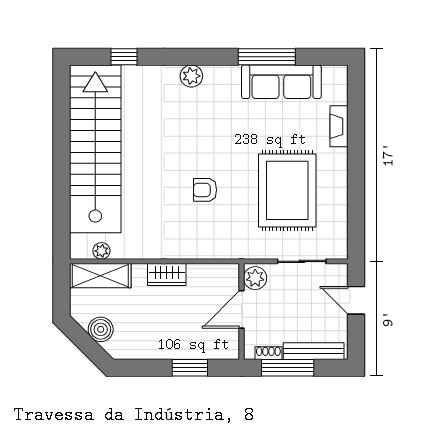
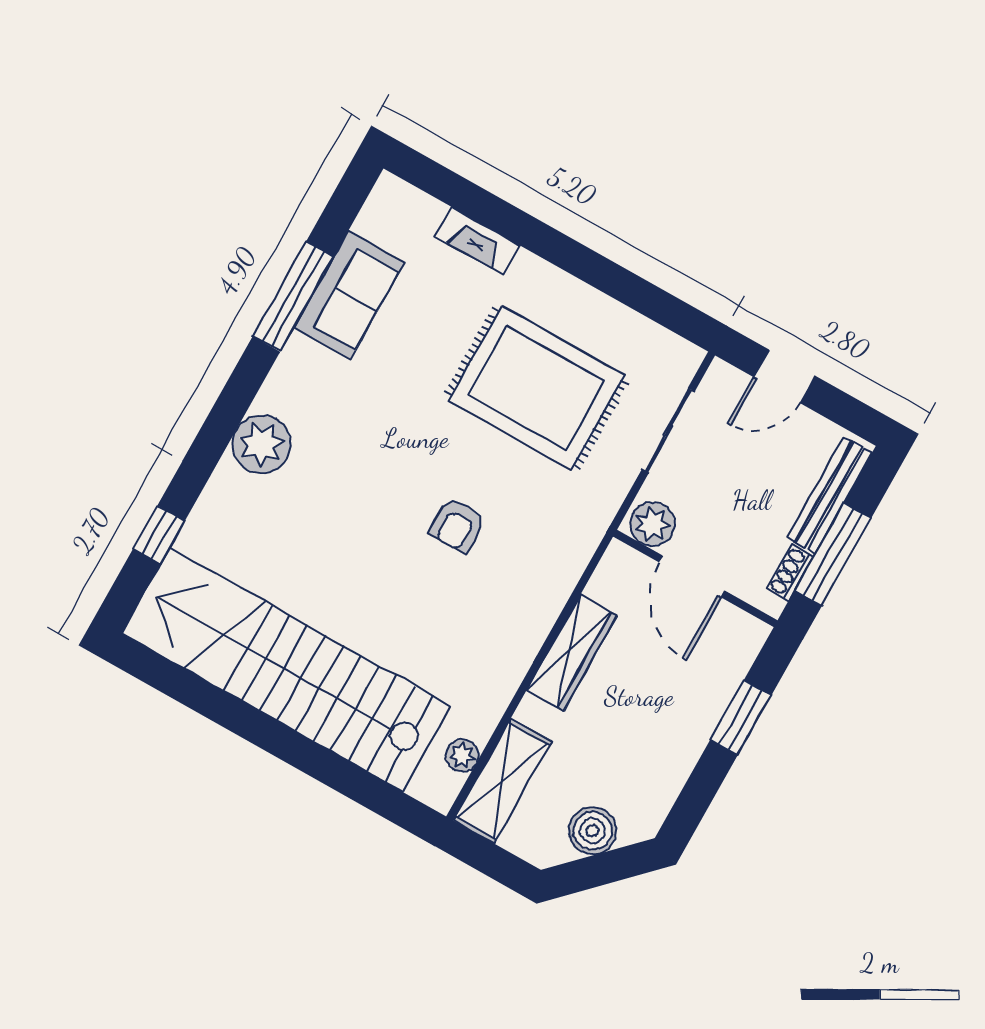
plant: (191, 76) -> (261, 444), width x1.36, depth x1.36
sofa: (281, 82) -> (349, 295), width x0.73
wardrobe: (167, 274) -> (572, 653), width x1.50

